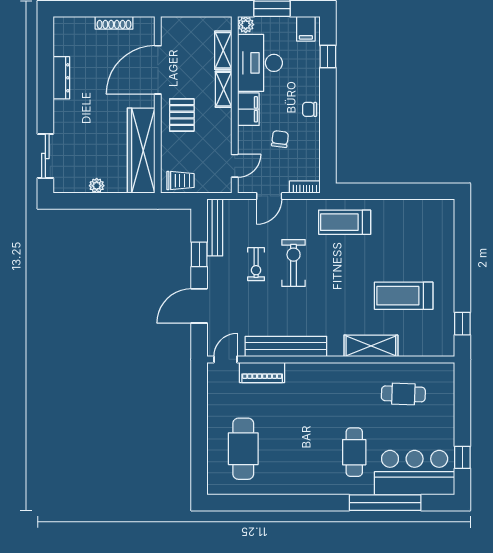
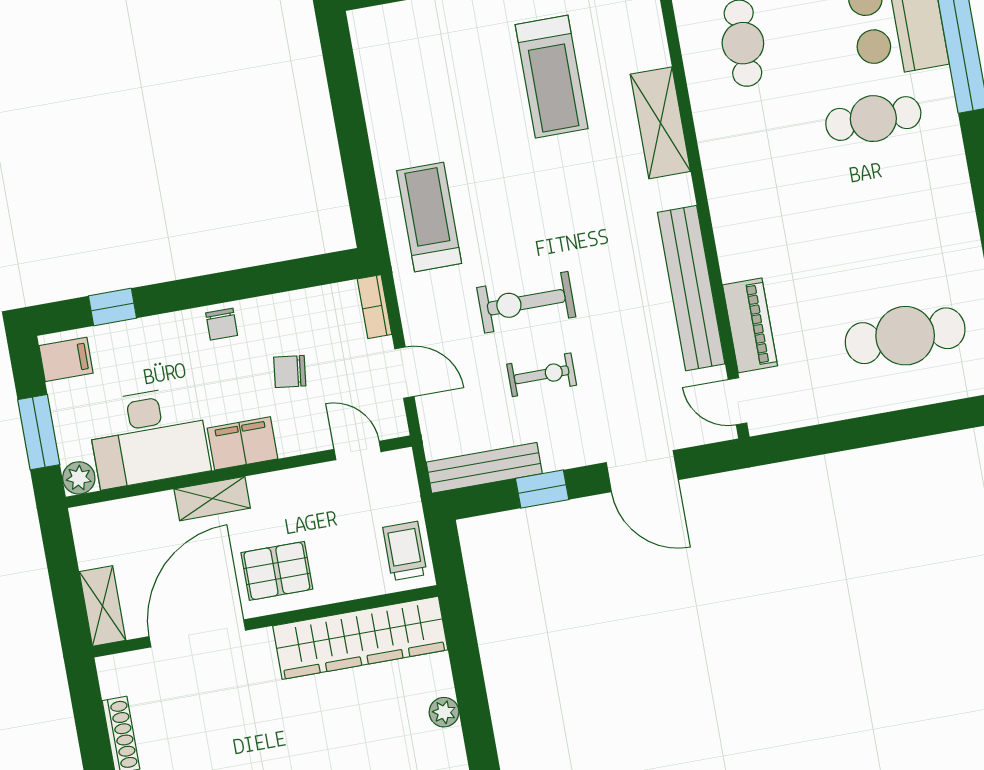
shelving: (223, 50) -> (102, 606), moved, turned 90
door: (158, 70) -> (197, 633), swing flipped
treadmill: (345, 222) -> (429, 217), turned 180

